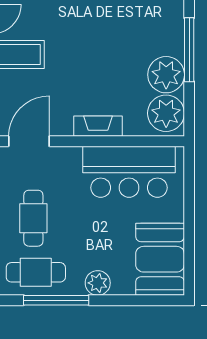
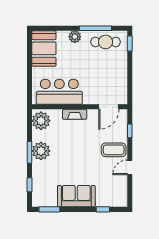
window: (189, 50) -> (30, 152), width x0.69
plant: (166, 75) -> (41, 151), moved
cafe table: (33, 218) -> (107, 69), removed

